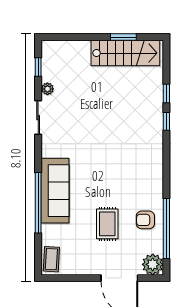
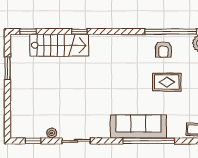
stairs: (125, 53) -> (59, 45), moved, turned 90
window: (166, 94) -> (28, 32), moved

